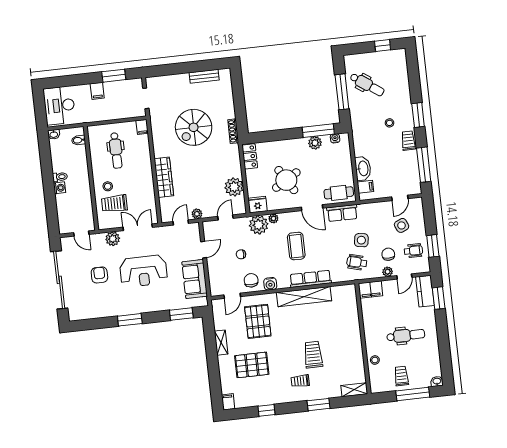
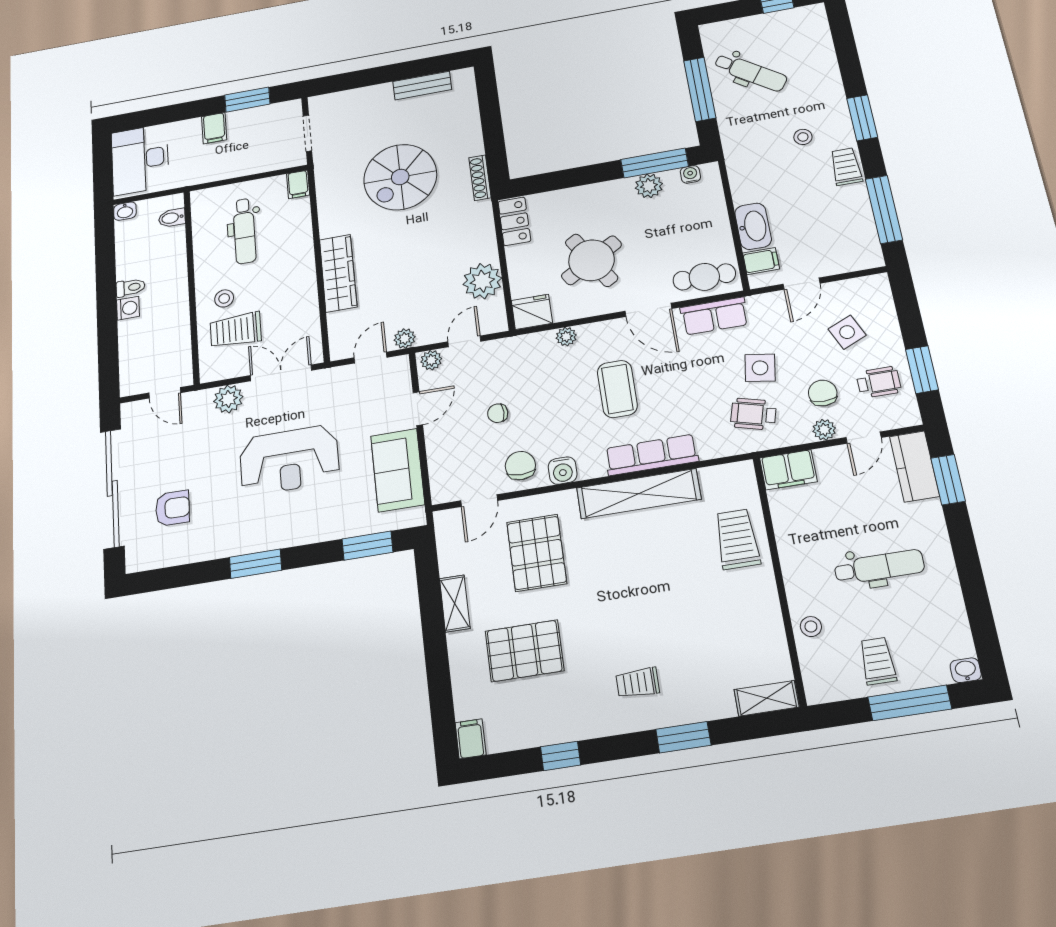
door: (400, 198) -> (801, 284), moved
plant: (259, 225) -> (431, 360), moved, width x0.53, depth x0.53
armchair: (99, 275) -> (173, 508), moved, turned 91
trolley: (313, 355) -> (737, 539), moved

